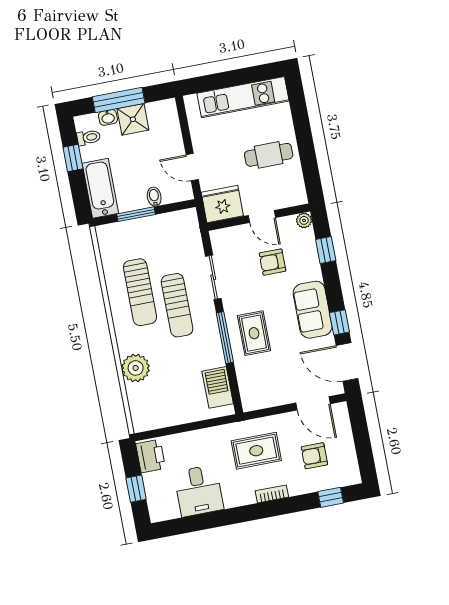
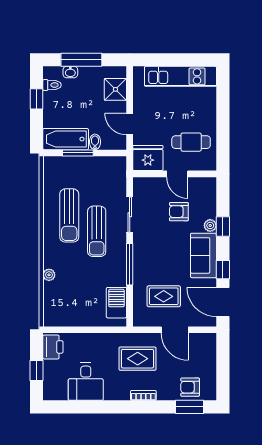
shower: (133, 119) -> (115, 89), moved
cafe table: (269, 155) -> (191, 142), moved
bathtub: (100, 188) -> (66, 139), moved, turned -90
plant: (304, 220) -> (210, 225), moved
window: (326, 250) -> (223, 226), moved
rug: (254, 333) -> (164, 296), moved, turned 90
plant: (136, 368) -> (49, 275), width x0.53, depth x0.53
door: (313, 403) -> (175, 330), moved
armchair: (314, 456) -> (190, 387), moved
window: (331, 497) -> (189, 407), width x1.50

